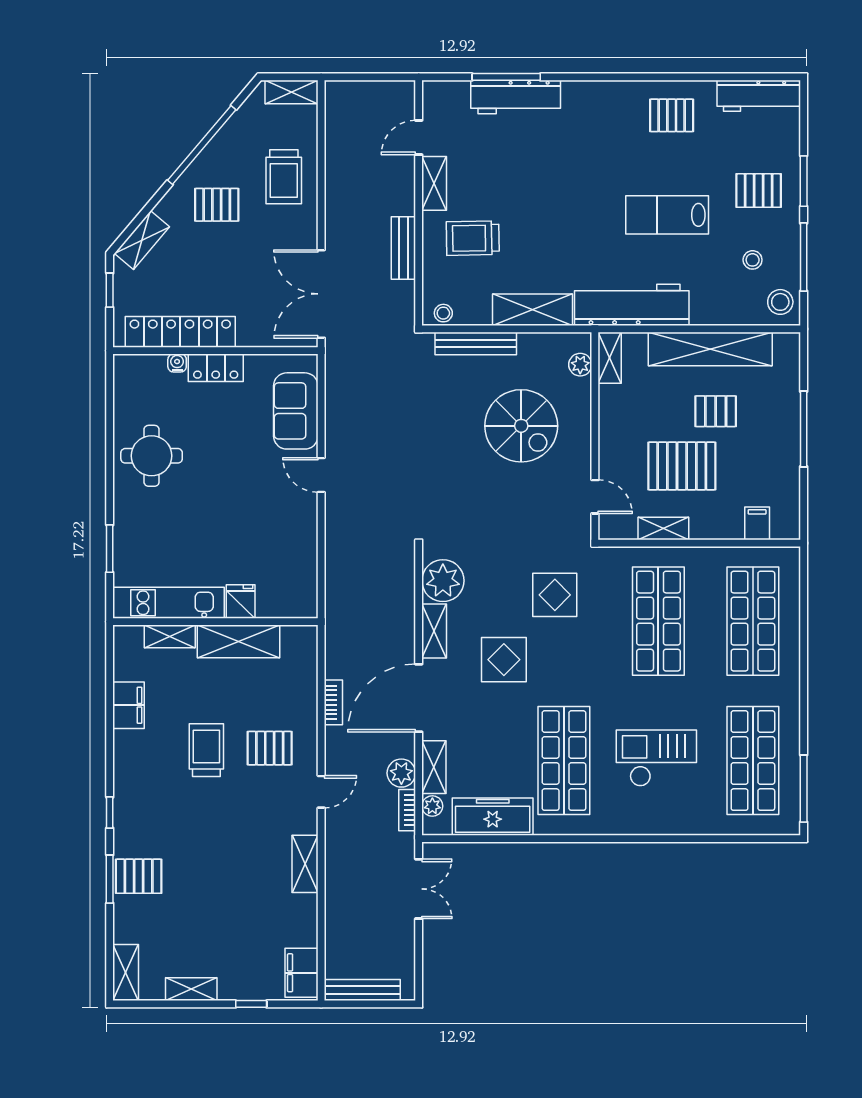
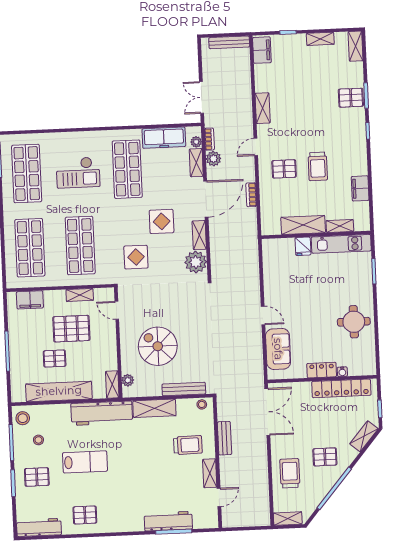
filing cabinet: (757, 523) -> (30, 300), width x2.00

